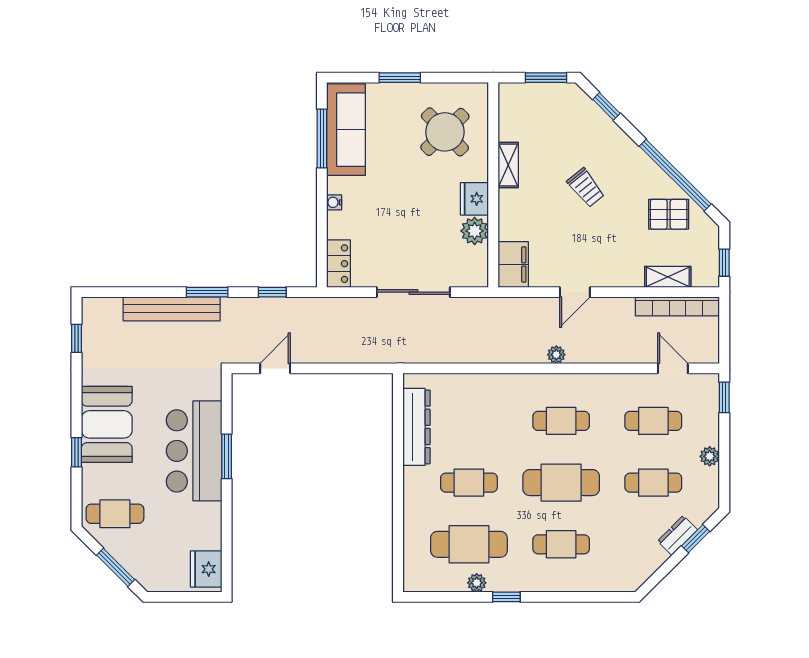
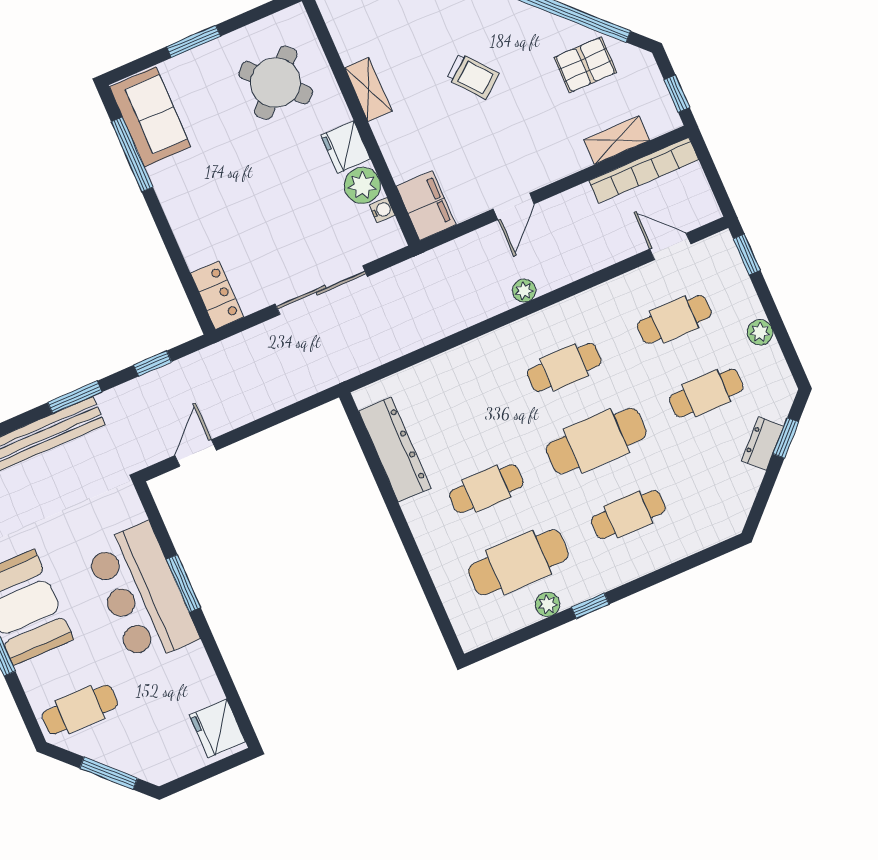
sofa: (346, 130) -> (150, 117), width x0.73
water cooler: (334, 202) -> (382, 210), moved, turned 180

